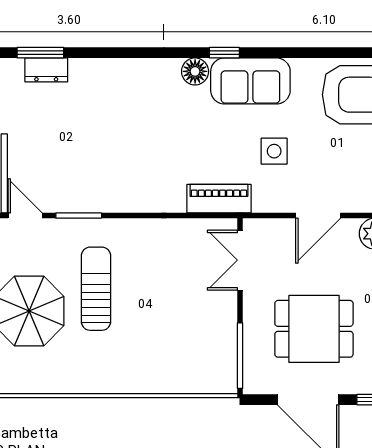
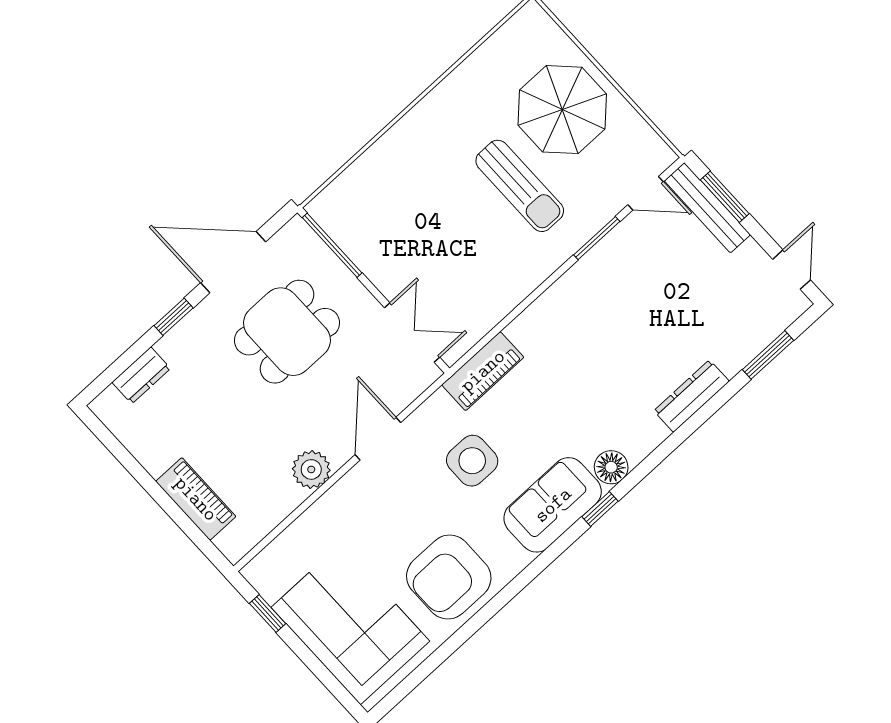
dresser: (46, 70) -> (692, 396), moved, width x1.44
side table: (274, 151) -> (472, 461), width x1.37, depth x1.37

